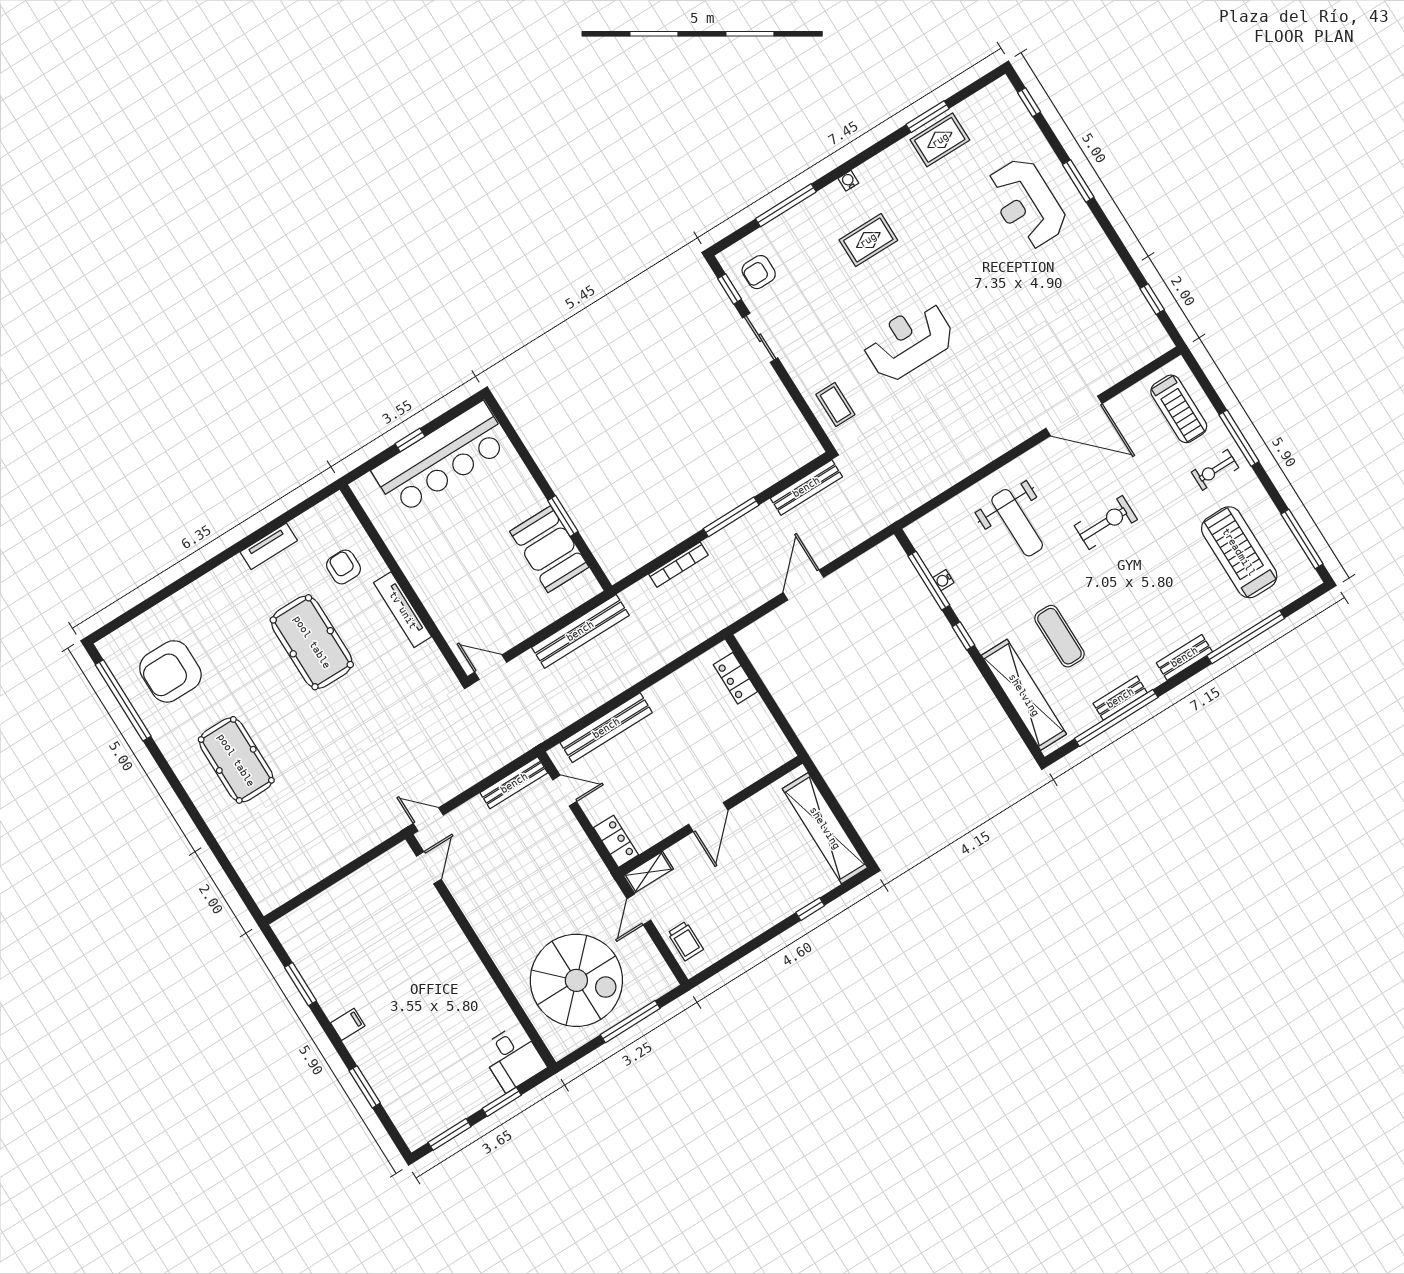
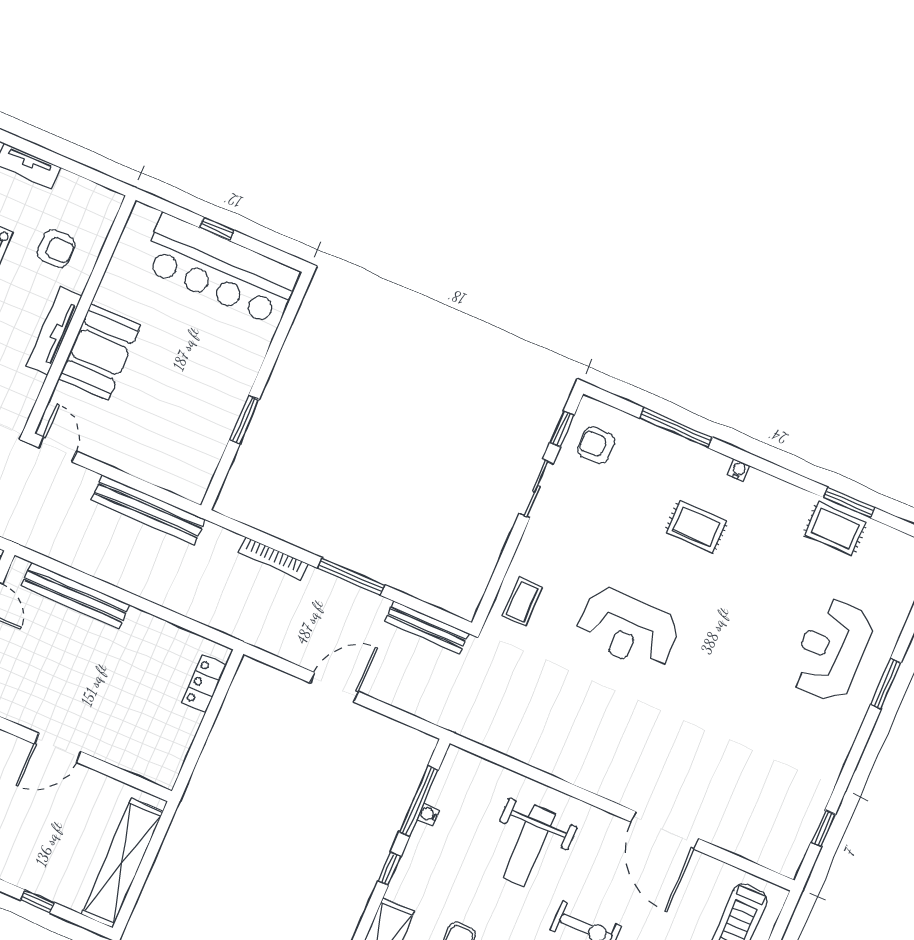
reception desk: (909, 341) -> (628, 629), turned 180
booth: (549, 549) -> (100, 352), moved
armchair: (343, 567) -> (56, 249), turned 90

